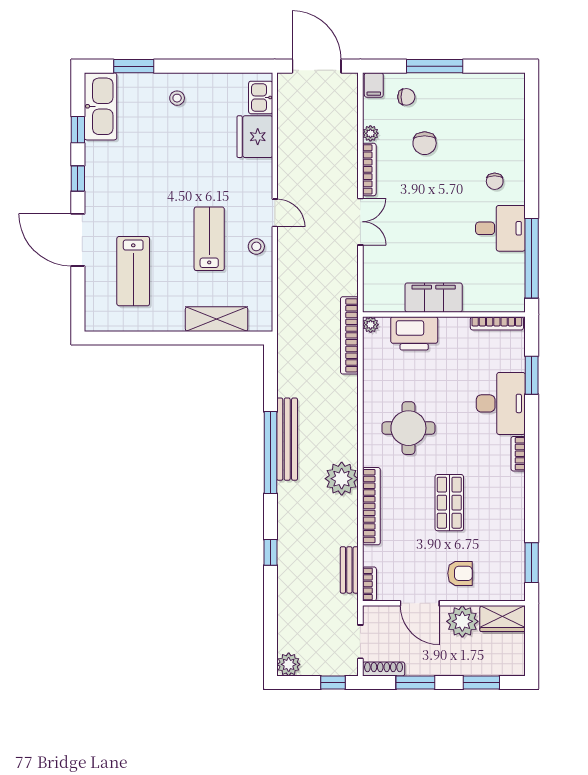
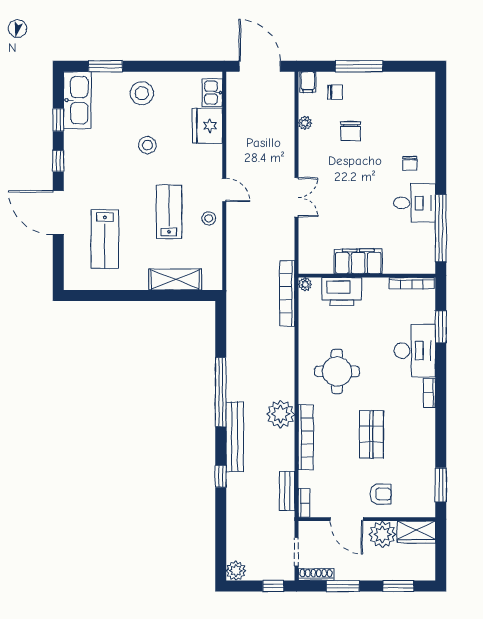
stool: (177, 98) -> (142, 93), width x1.89, depth x1.89
stool: (184, 160) -> (147, 145), added
bookcase: (369, 169) -> (304, 153), removed
bench: (287, 439) -> (235, 437), moved

